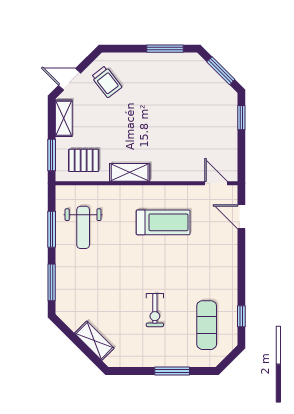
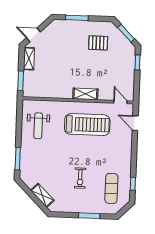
window: (165, 49) -> (77, 18), moved
trolley: (107, 82) -> (56, 37), removed
pallet: (84, 160) -> (98, 43), moved
shelving: (130, 172) -> (85, 94), moved
treadmill: (163, 222) -> (87, 125), width x1.37, depth x1.38
window: (52, 229) -> (19, 126), removed

